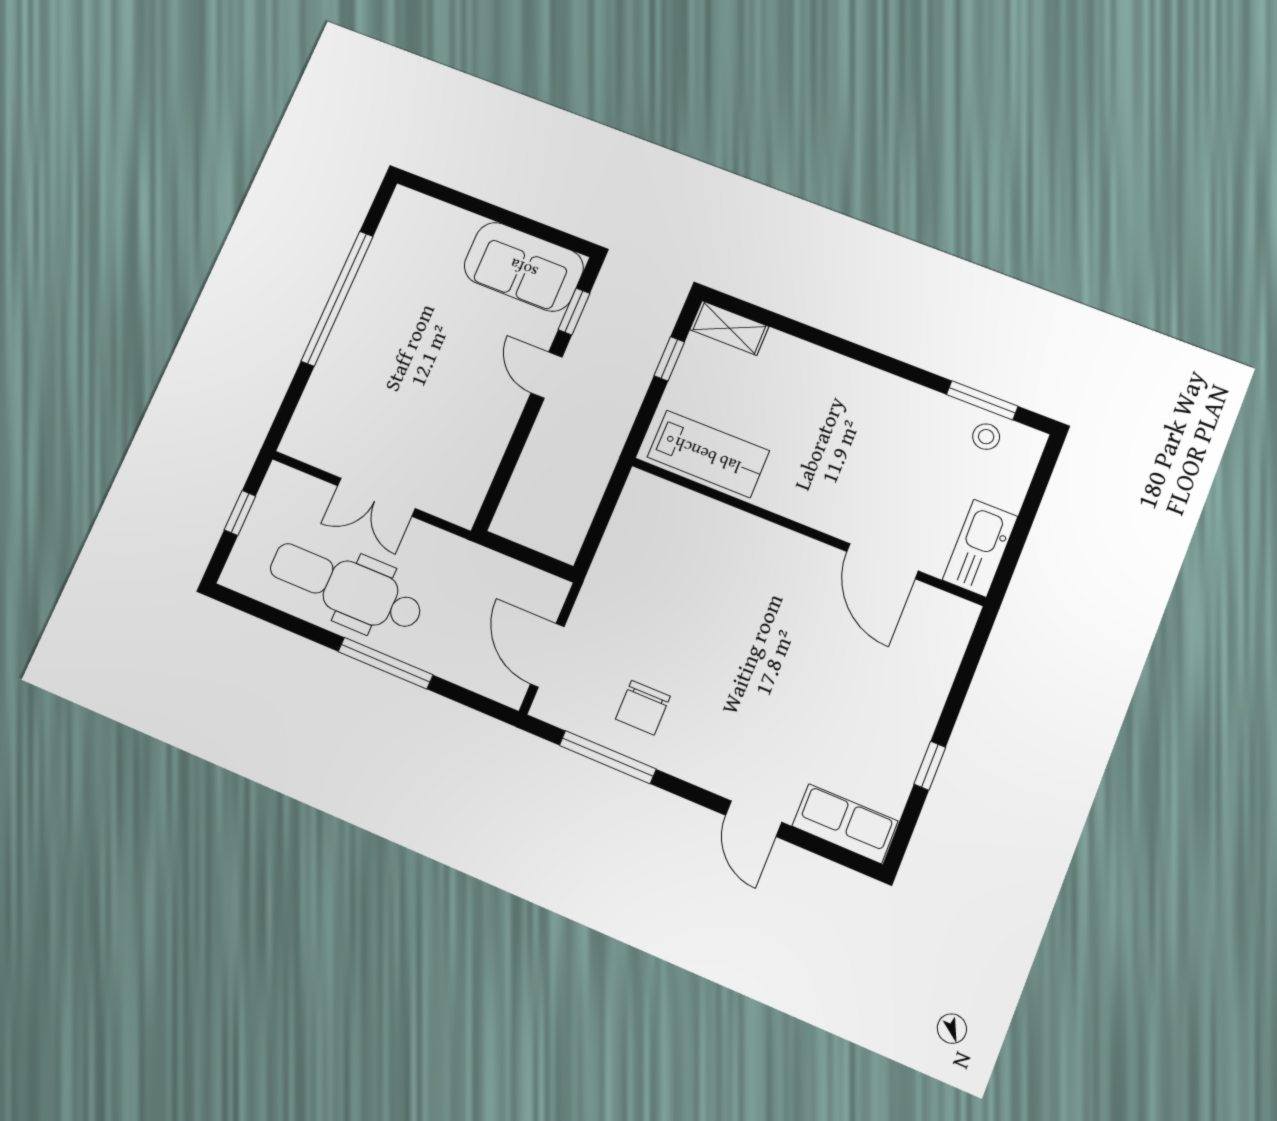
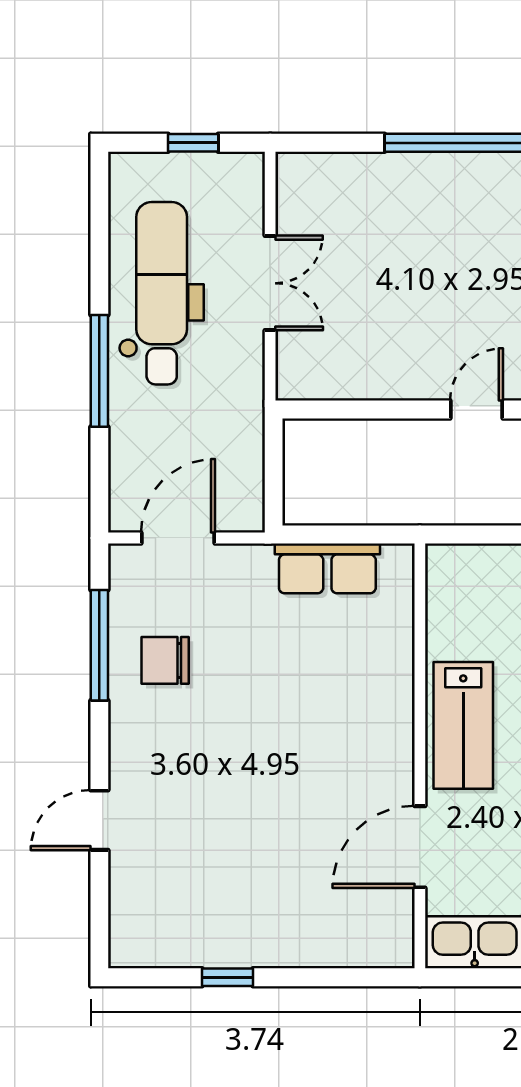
lab bench: (708, 454) -> (463, 725), moved
double door: (376, 497) -> (270, 283), swing flipped
row of seats: (845, 824) -> (327, 568), moved, turned 90

